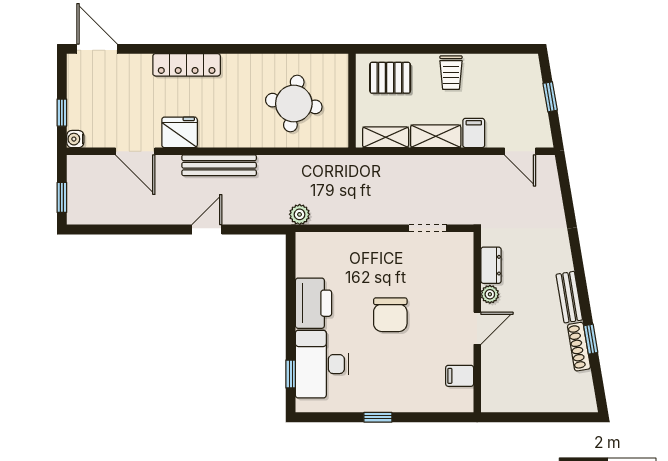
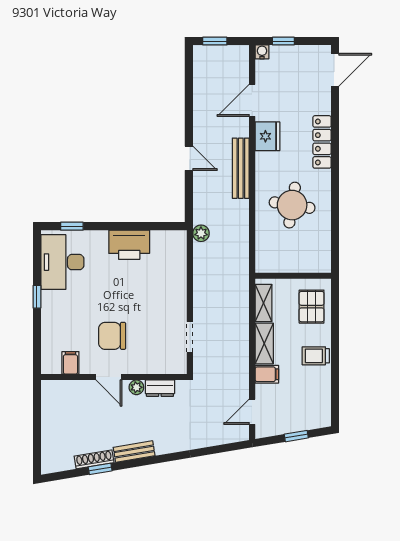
round table: (294, 104) -> (292, 205), moved
chair: (390, 315) -> (112, 336), moved
desk: (322, 364) -> (62, 262), moved, turned -90

